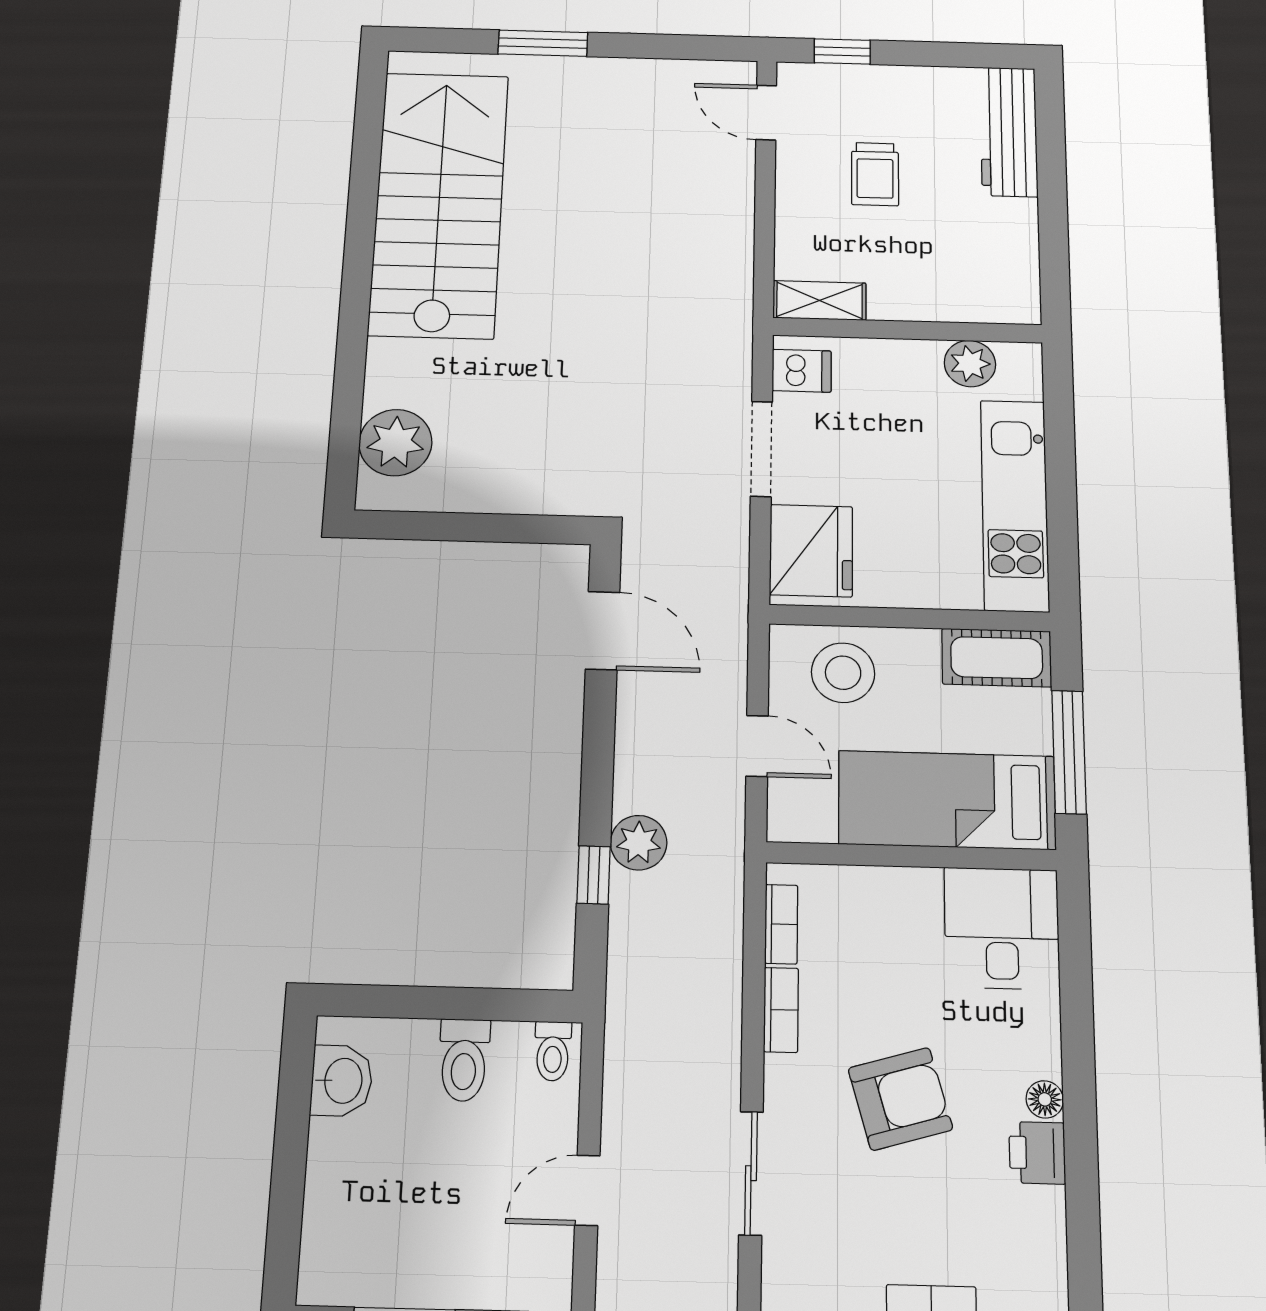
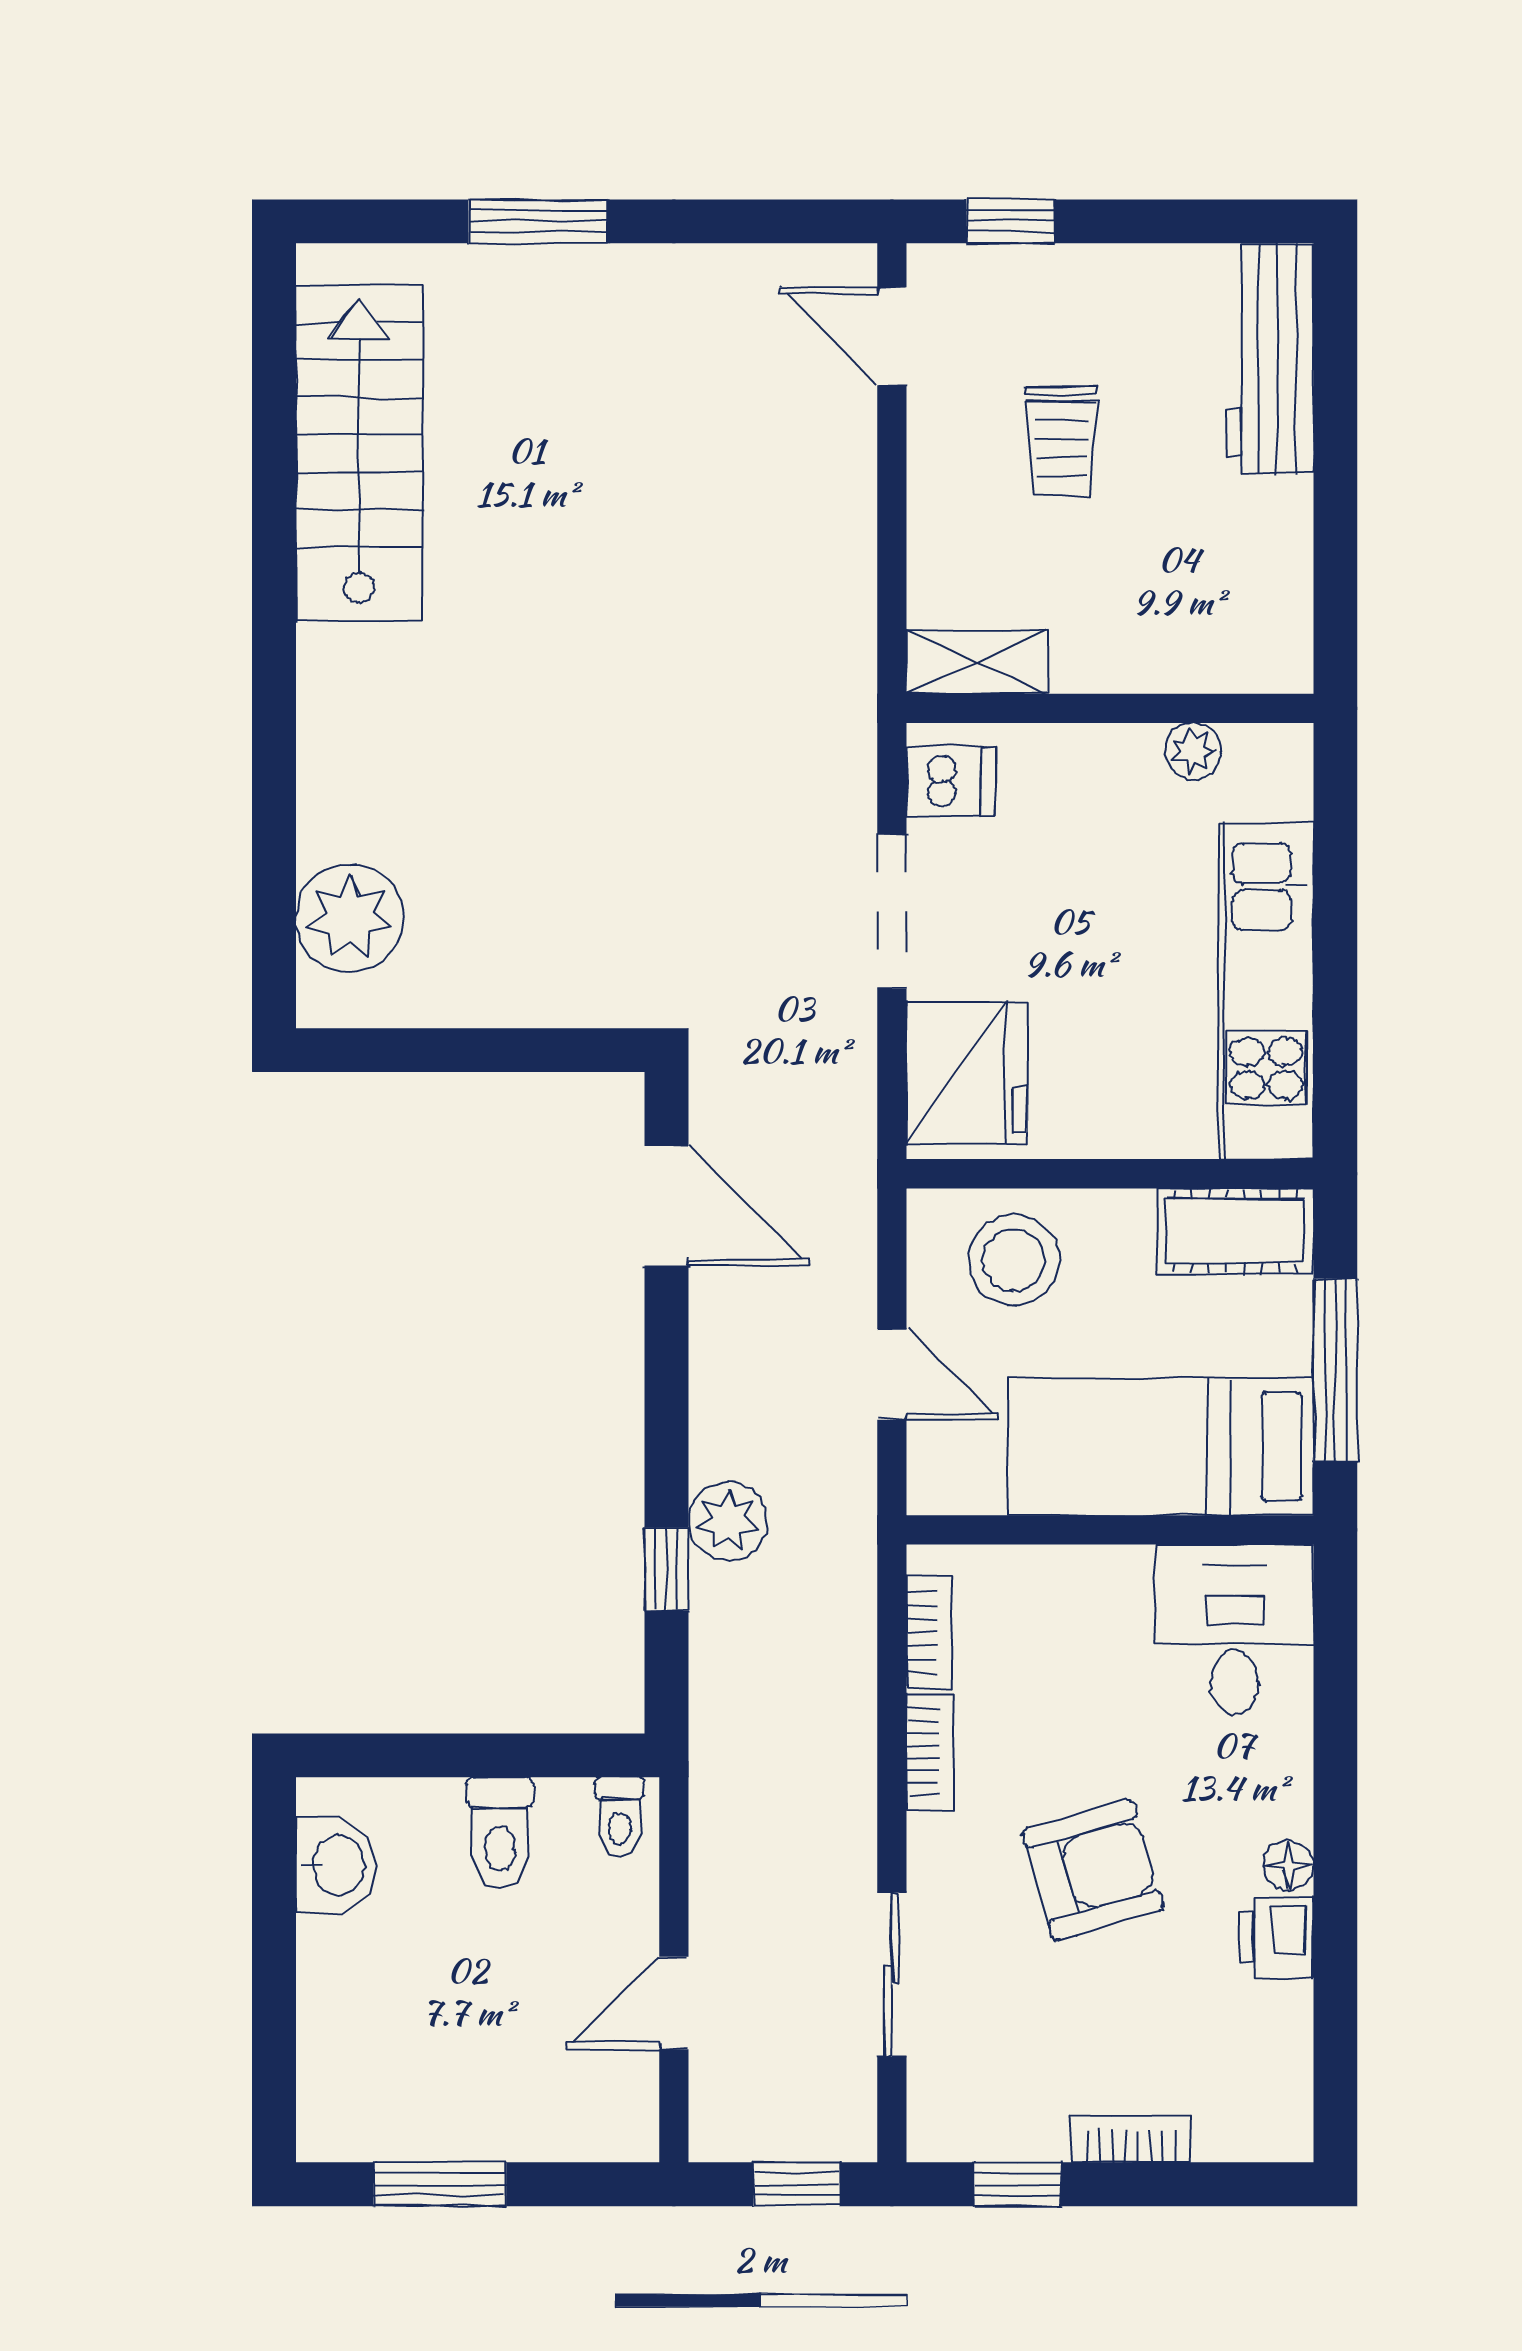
stairs: (439, 204) -> (359, 453), width x0.73, depth x0.66
plant: (970, 364) -> (1193, 751), width x0.73, depth x0.73

